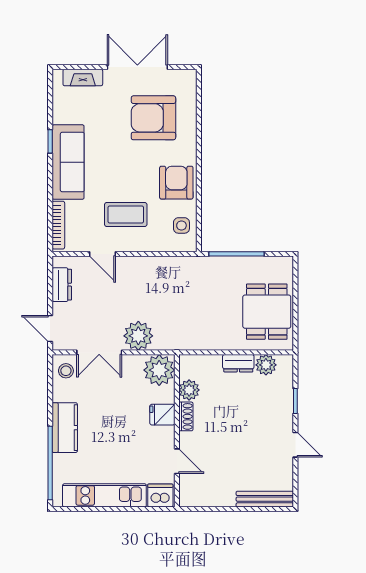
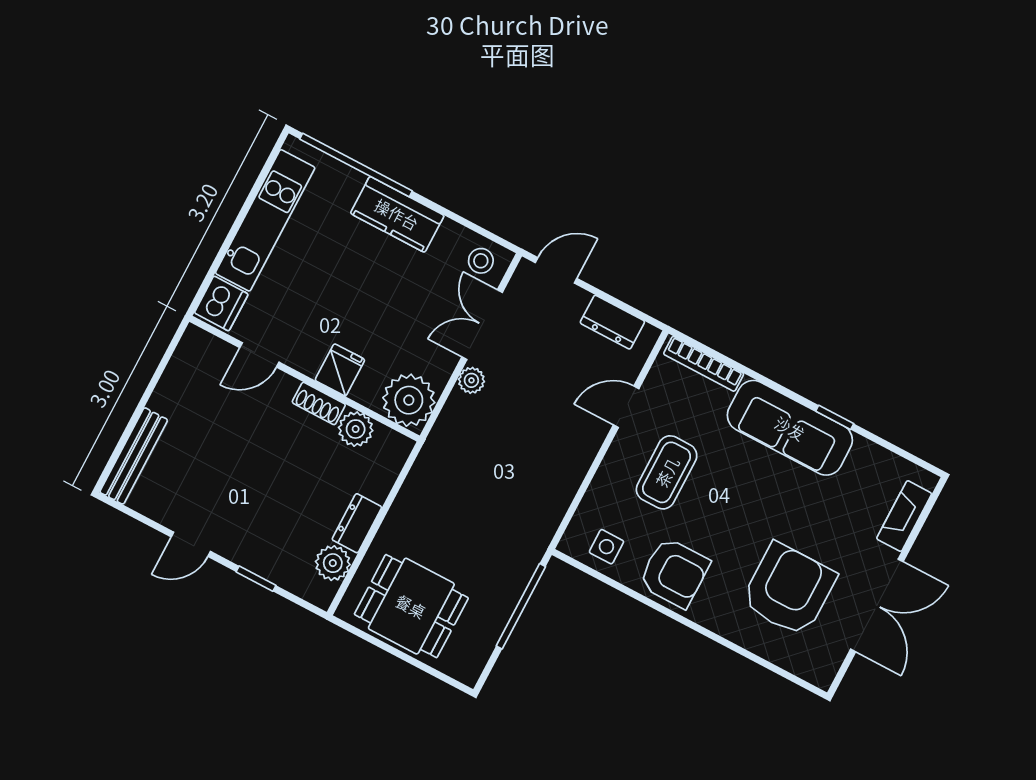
plant: (138, 336) -> (471, 380), width x0.53, depth x0.53

